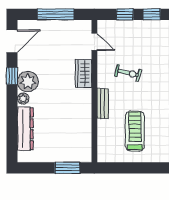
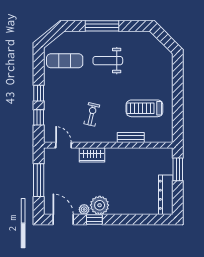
door: (94, 42) -> (64, 145), hinge flipped
plant: (23, 99) -> (84, 209), moved
bench: (103, 104) -> (131, 137), moved
dresser: (25, 129) -> (166, 195), moved, turned -90

